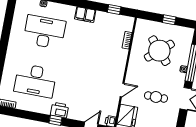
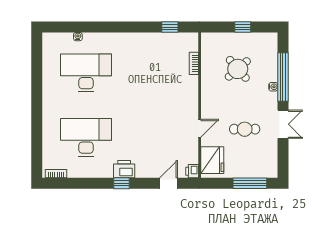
filing cabinet: (85, 15) -> (134, 41), removed
round table: (159, 51) -> (238, 69), width x0.73, depth x0.73
desk: (35, 81) -> (86, 137), turned 180

